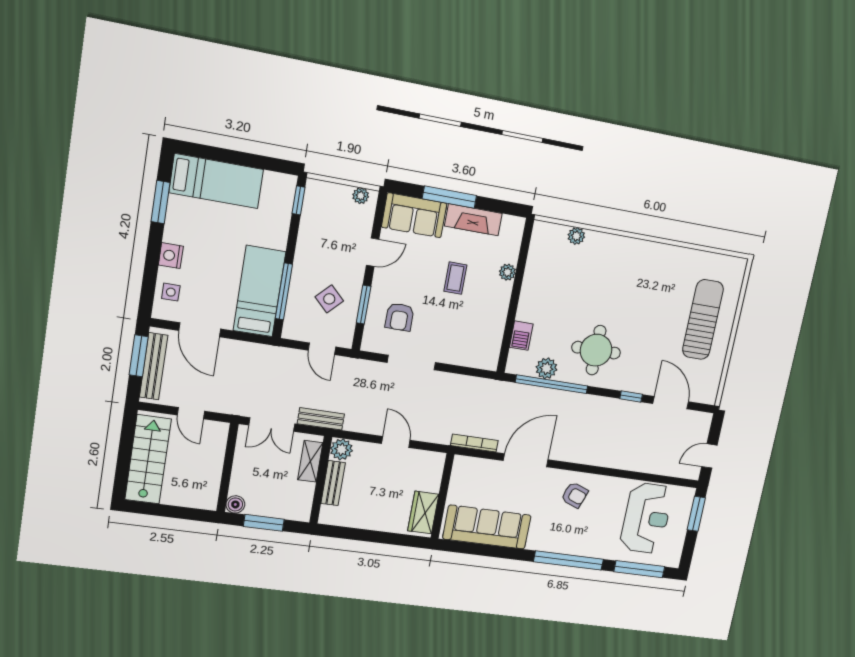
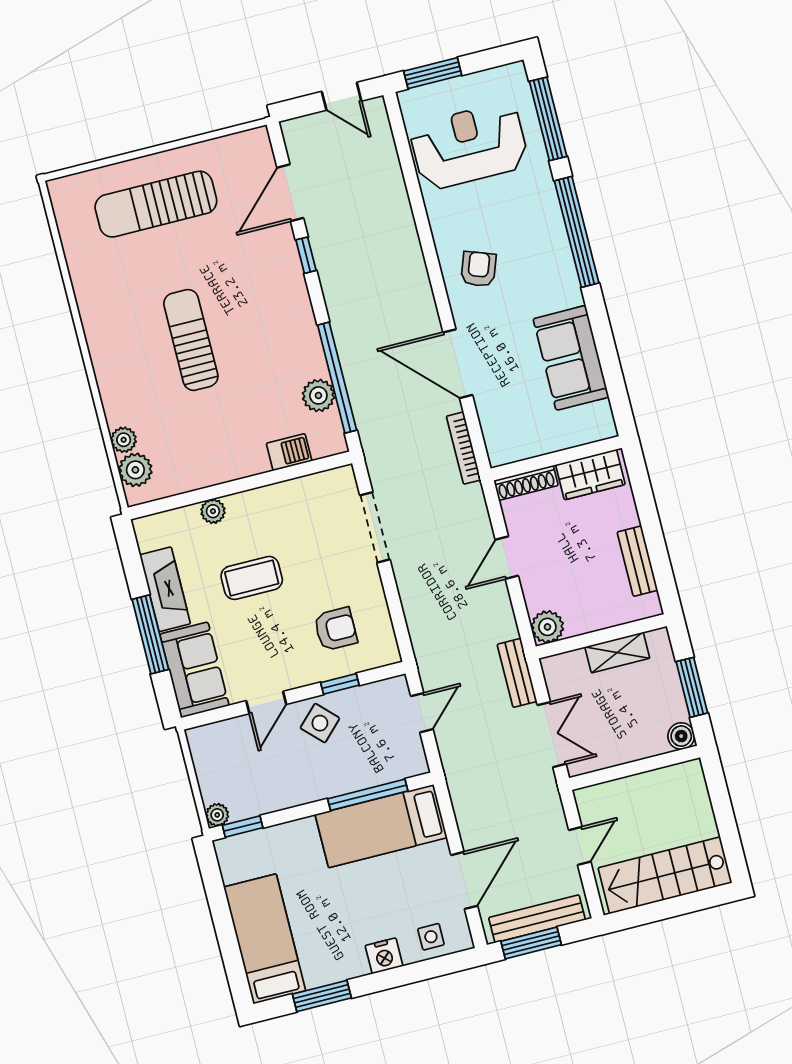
plant: (361, 196) -> (217, 815), moved
plant: (555, 235) -> (135, 470), added
door: (373, 252) -> (266, 702), swing flipped
coffee table: (455, 278) -> (252, 578), width x1.36, depth x1.30
side table: (329, 299) -> (320, 723), moved
window: (364, 305) -> (340, 684), width x0.67
sun lounger: (615, 305) -> (191, 340), added
round table: (596, 350) -> (264, 337), removed
doorway: (411, 363) -> (375, 527), moved
shelving: (310, 461) -> (617, 653), moved
shoe rack: (436, 472) -> (526, 483), added
bench: (333, 483) -> (638, 561), moved, turned 90
sofa: (487, 527) -> (571, 358), width x0.73

